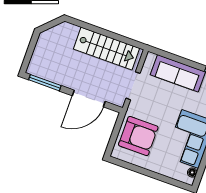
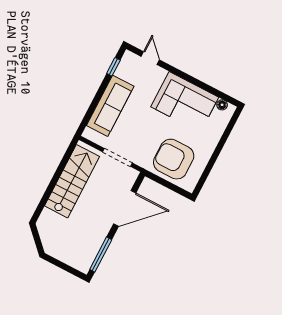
door: (89, 99) -> (125, 208), hinge flipped
armchair: (138, 136) -> (174, 159), turned -90

